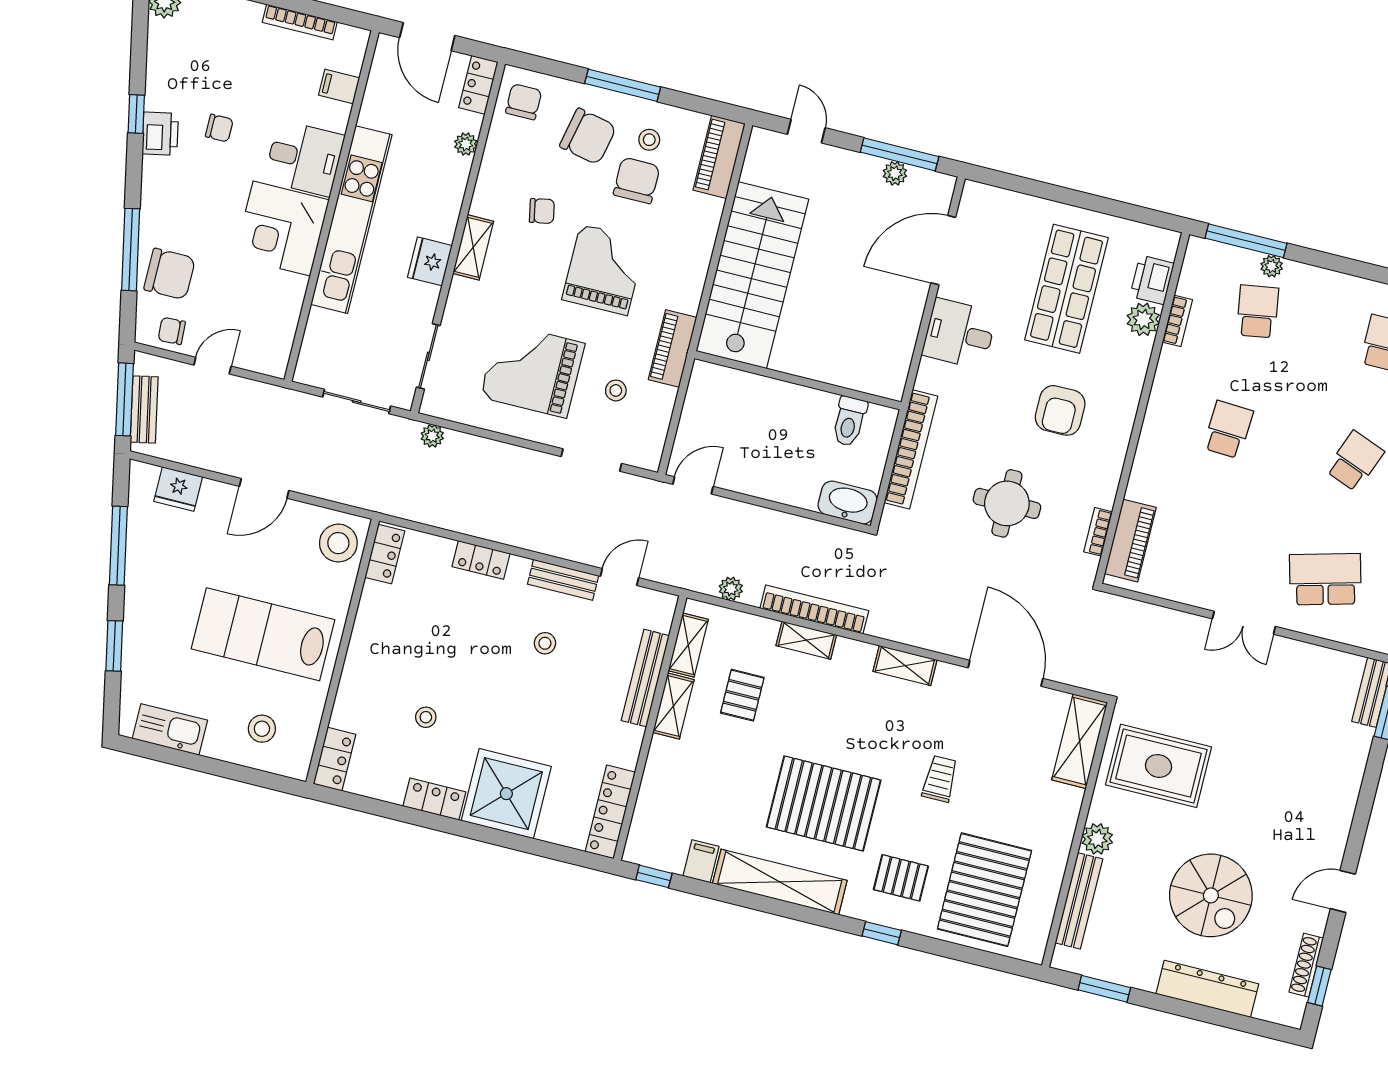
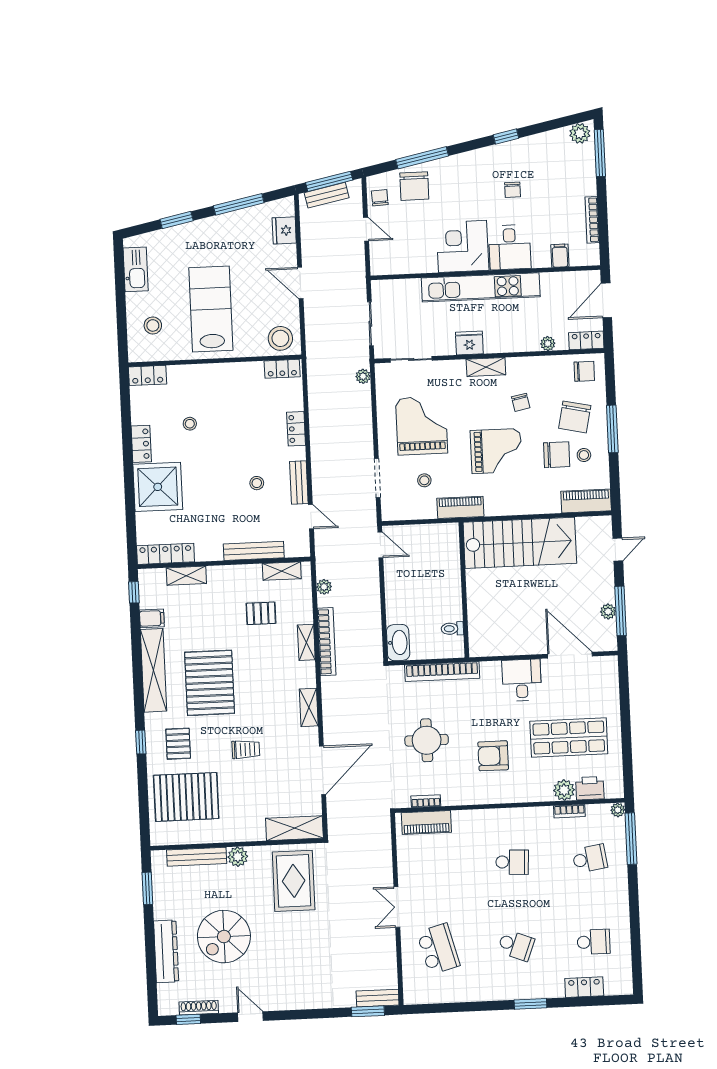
printer: (160, 134) -> (498, 155), removed
plant: (1272, 266) -> (618, 810), moved
toilet: (849, 421) -> (452, 629), width x0.73, depth x0.72
shelving: (673, 706) -> (186, 576), moved

